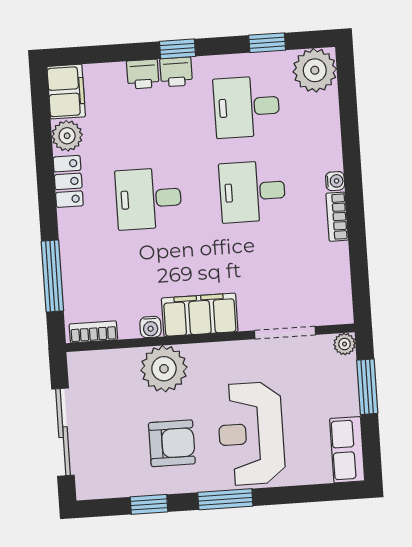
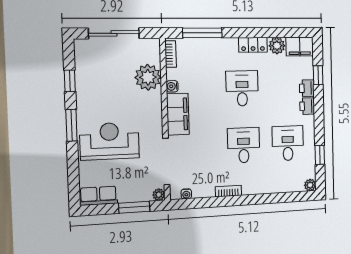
window: (178, 49) -> (318, 75), moved
plant: (315, 70) -> (310, 185), width x0.53, depth x0.53
water cooler: (335, 181) -> (186, 194), moved
doorway: (285, 333) -> (166, 162), width x1.36
plant: (164, 369) -> (148, 77), moved
armchair: (172, 443) -> (105, 96), removed

